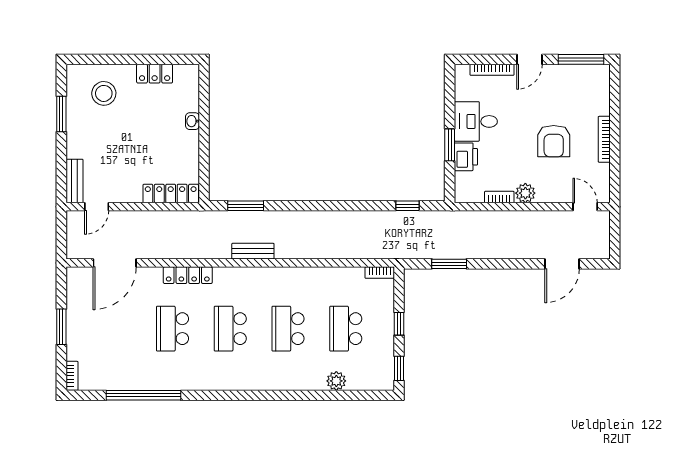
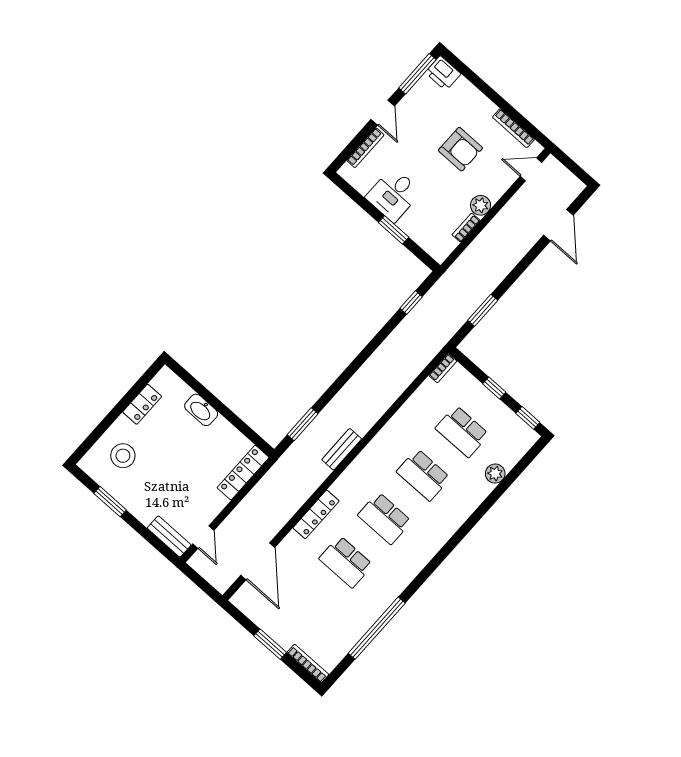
washbasin: (192, 121) -> (201, 410), width x1.91, depth x1.45
bookcase: (604, 139) -> (513, 128), moved
printer: (466, 157) -> (443, 73), moved, turned 180
bookcase: (72, 376) -> (308, 664), width x1.56

